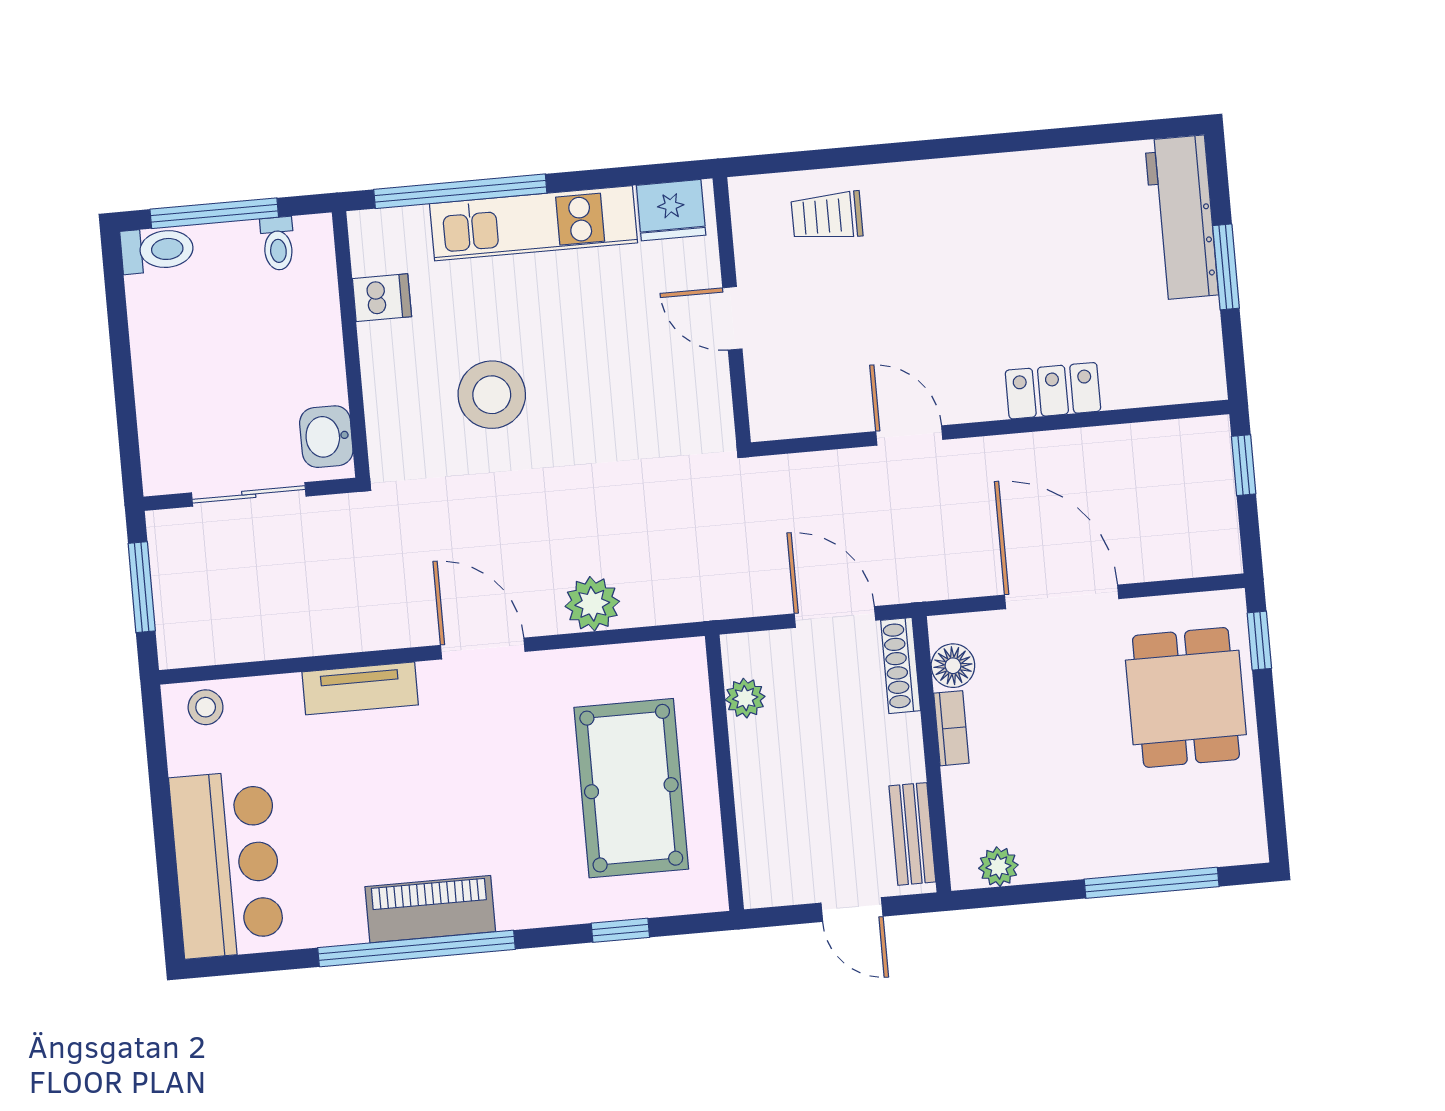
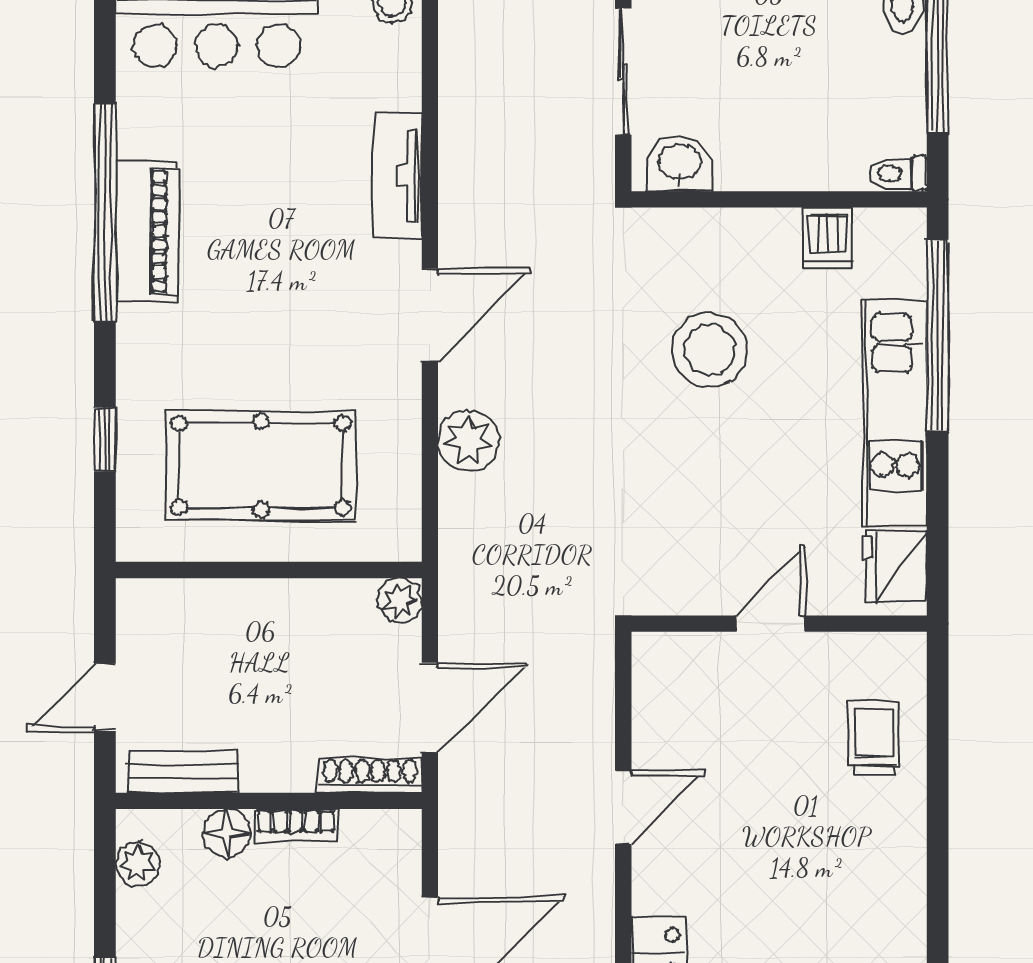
toilet: (278, 244) -> (898, 173), moved
floor lamp: (953, 666) -> (227, 833), moved
plant: (745, 698) -> (400, 600), moved

